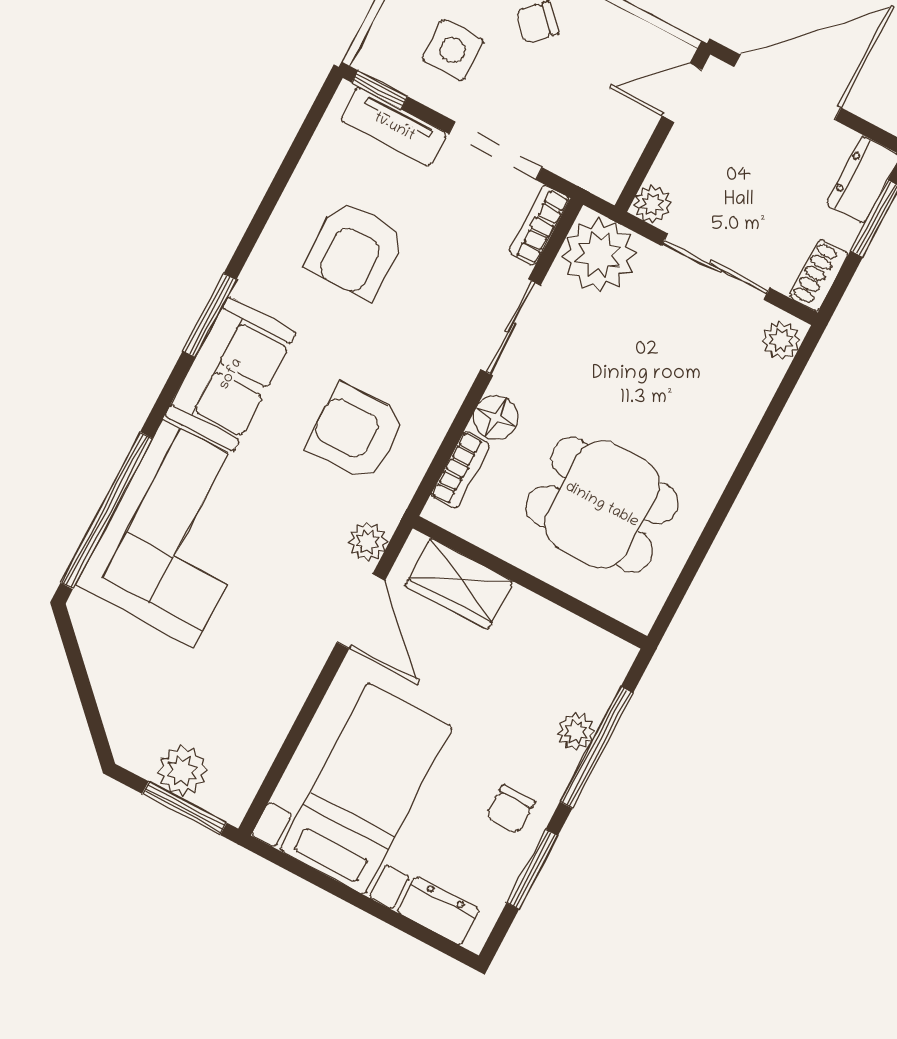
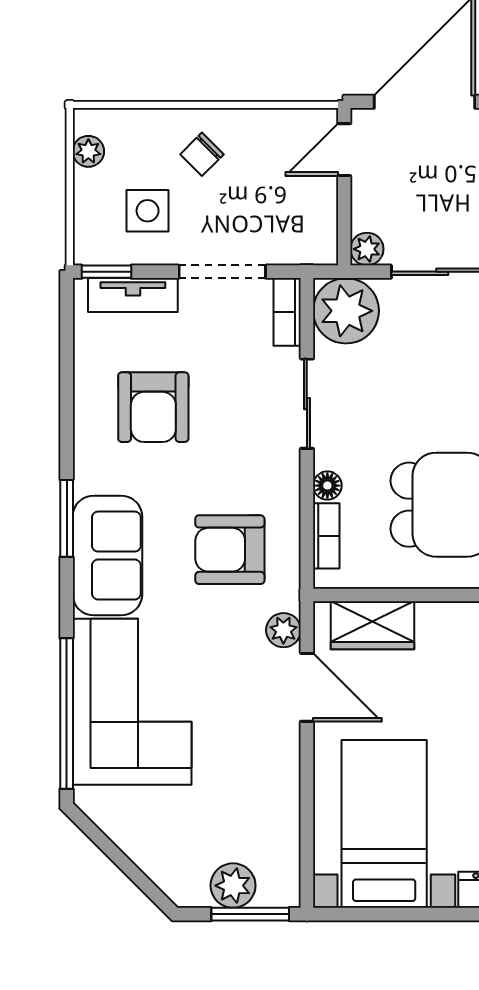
floor lamp: (496, 418) -> (327, 486), width x0.73, depth x0.73

